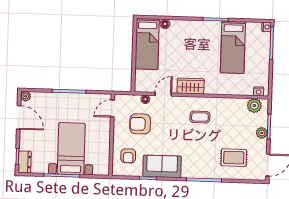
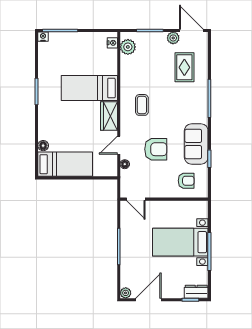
bed: (233, 47) -> (89, 88), moved, turned 180
door: (163, 94) -> (119, 145), hinge flipped
armchair: (140, 124) -> (156, 149), moved, turned -90
plant: (262, 133) -> (173, 38), moved

